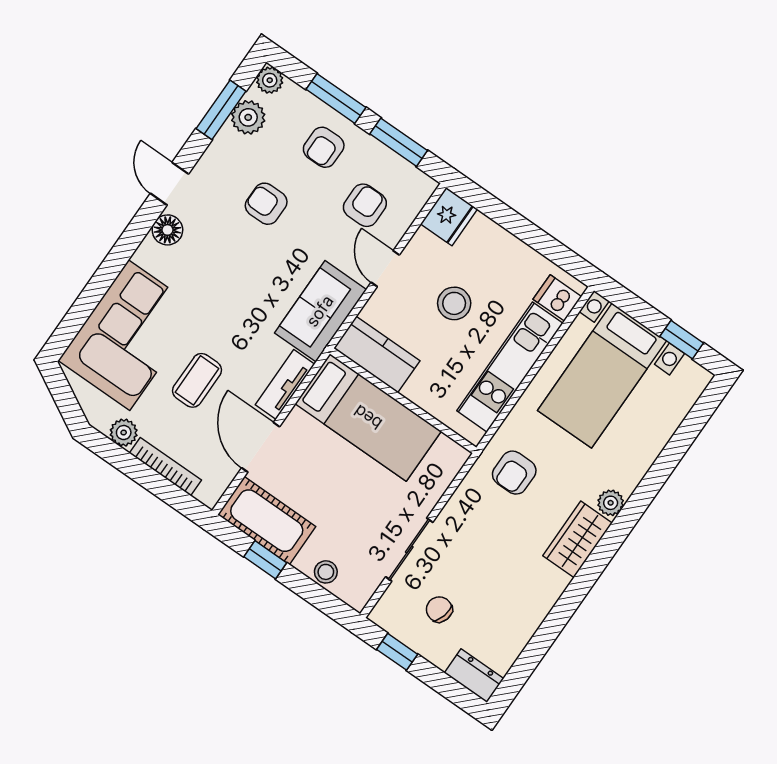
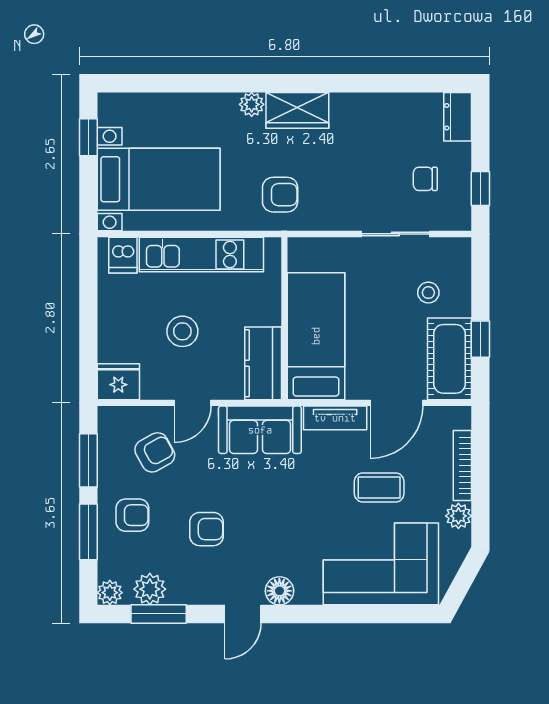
armchair: (266, 204) -> (207, 529), turned -90
armchair: (365, 205) -> (155, 452), turned 151
stool: (326, 572) -> (428, 293), moved
chair: (439, 609) -> (425, 179), turned 75

